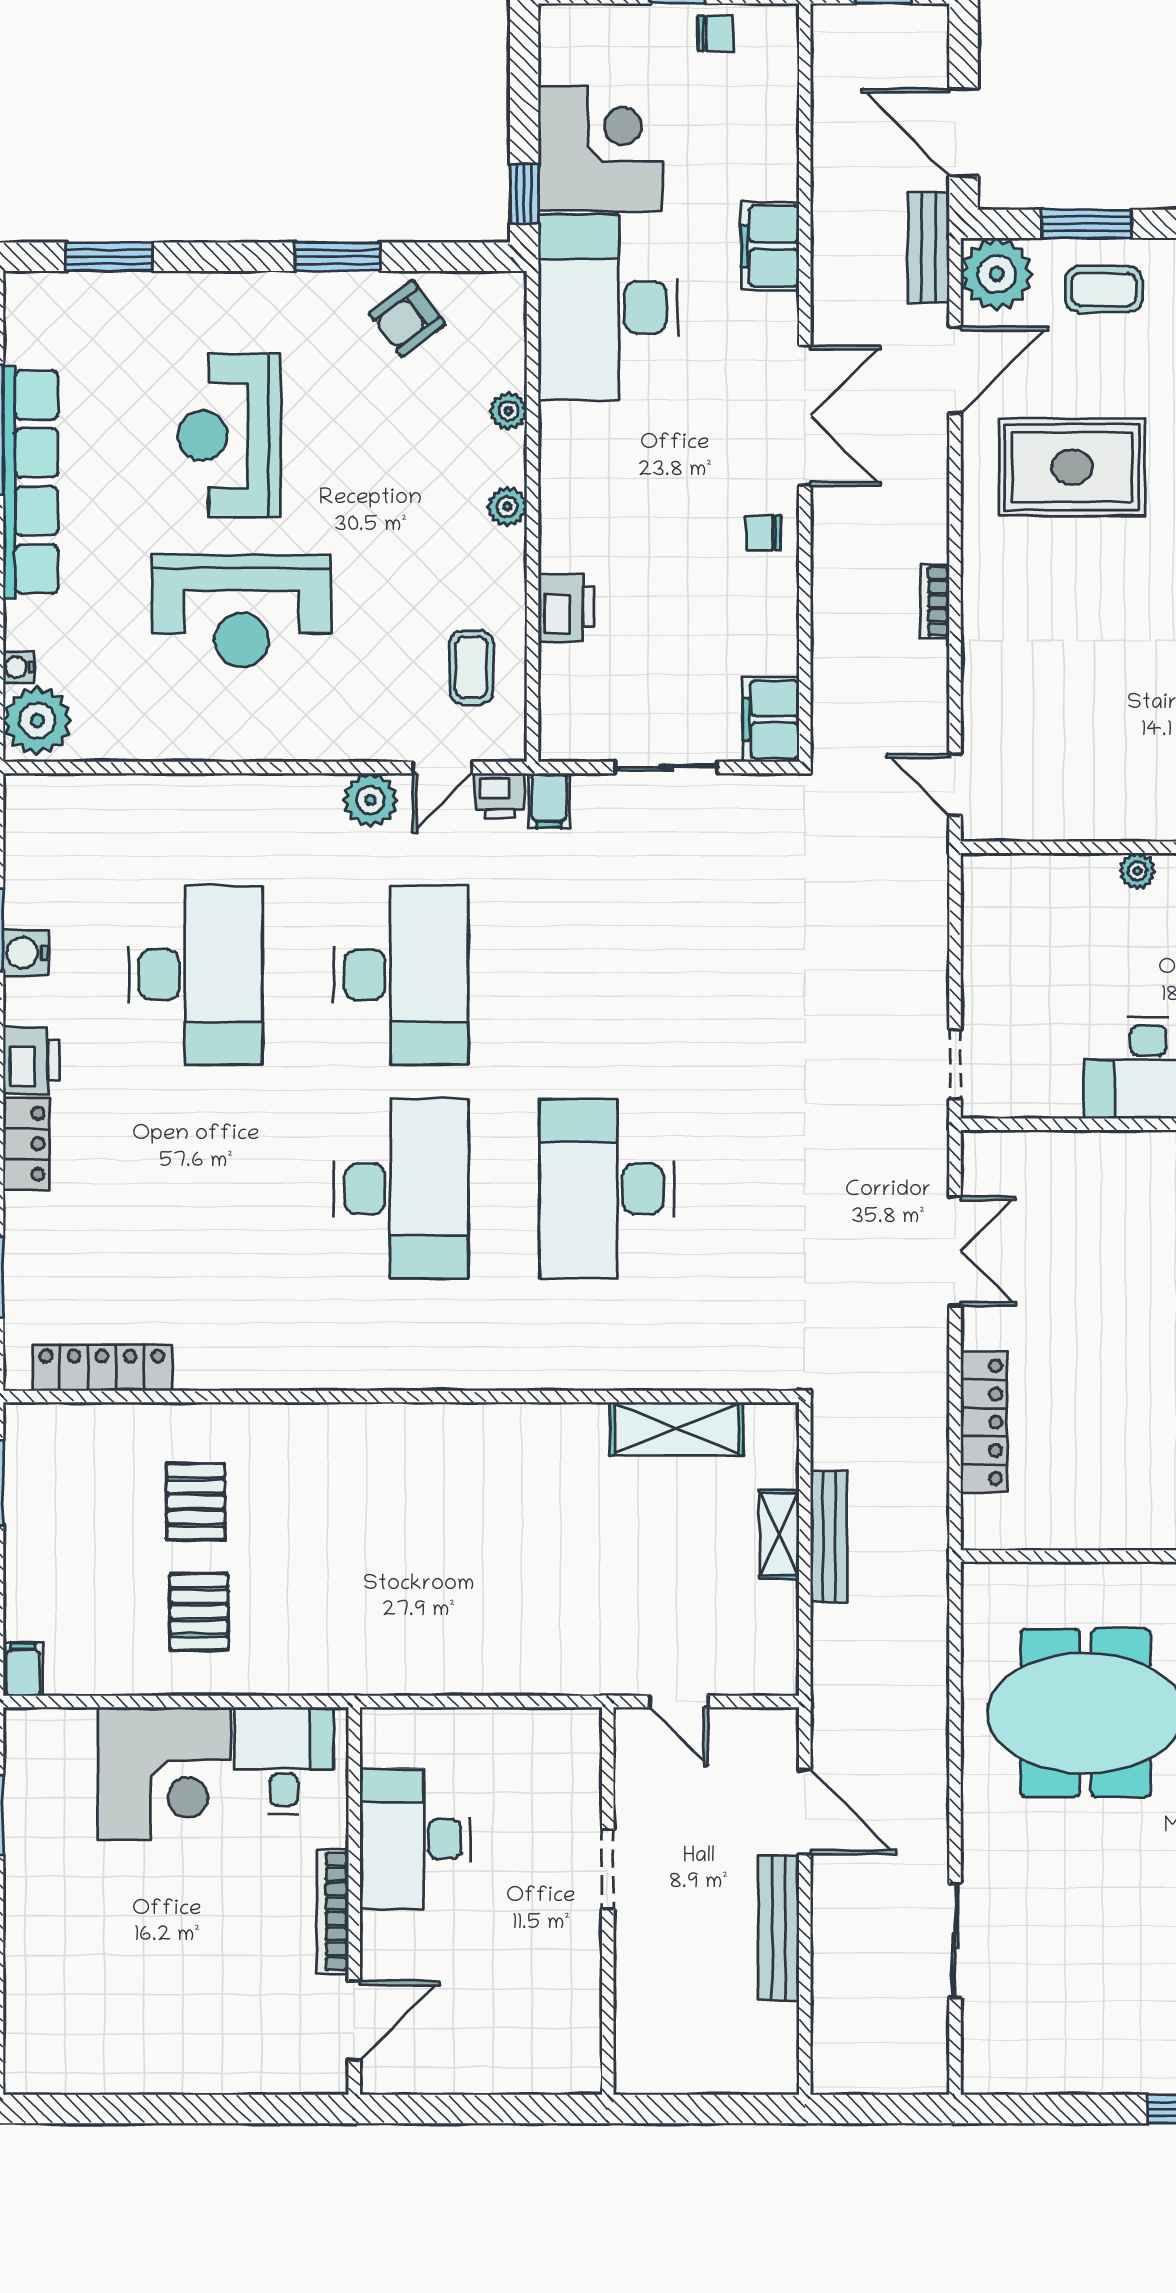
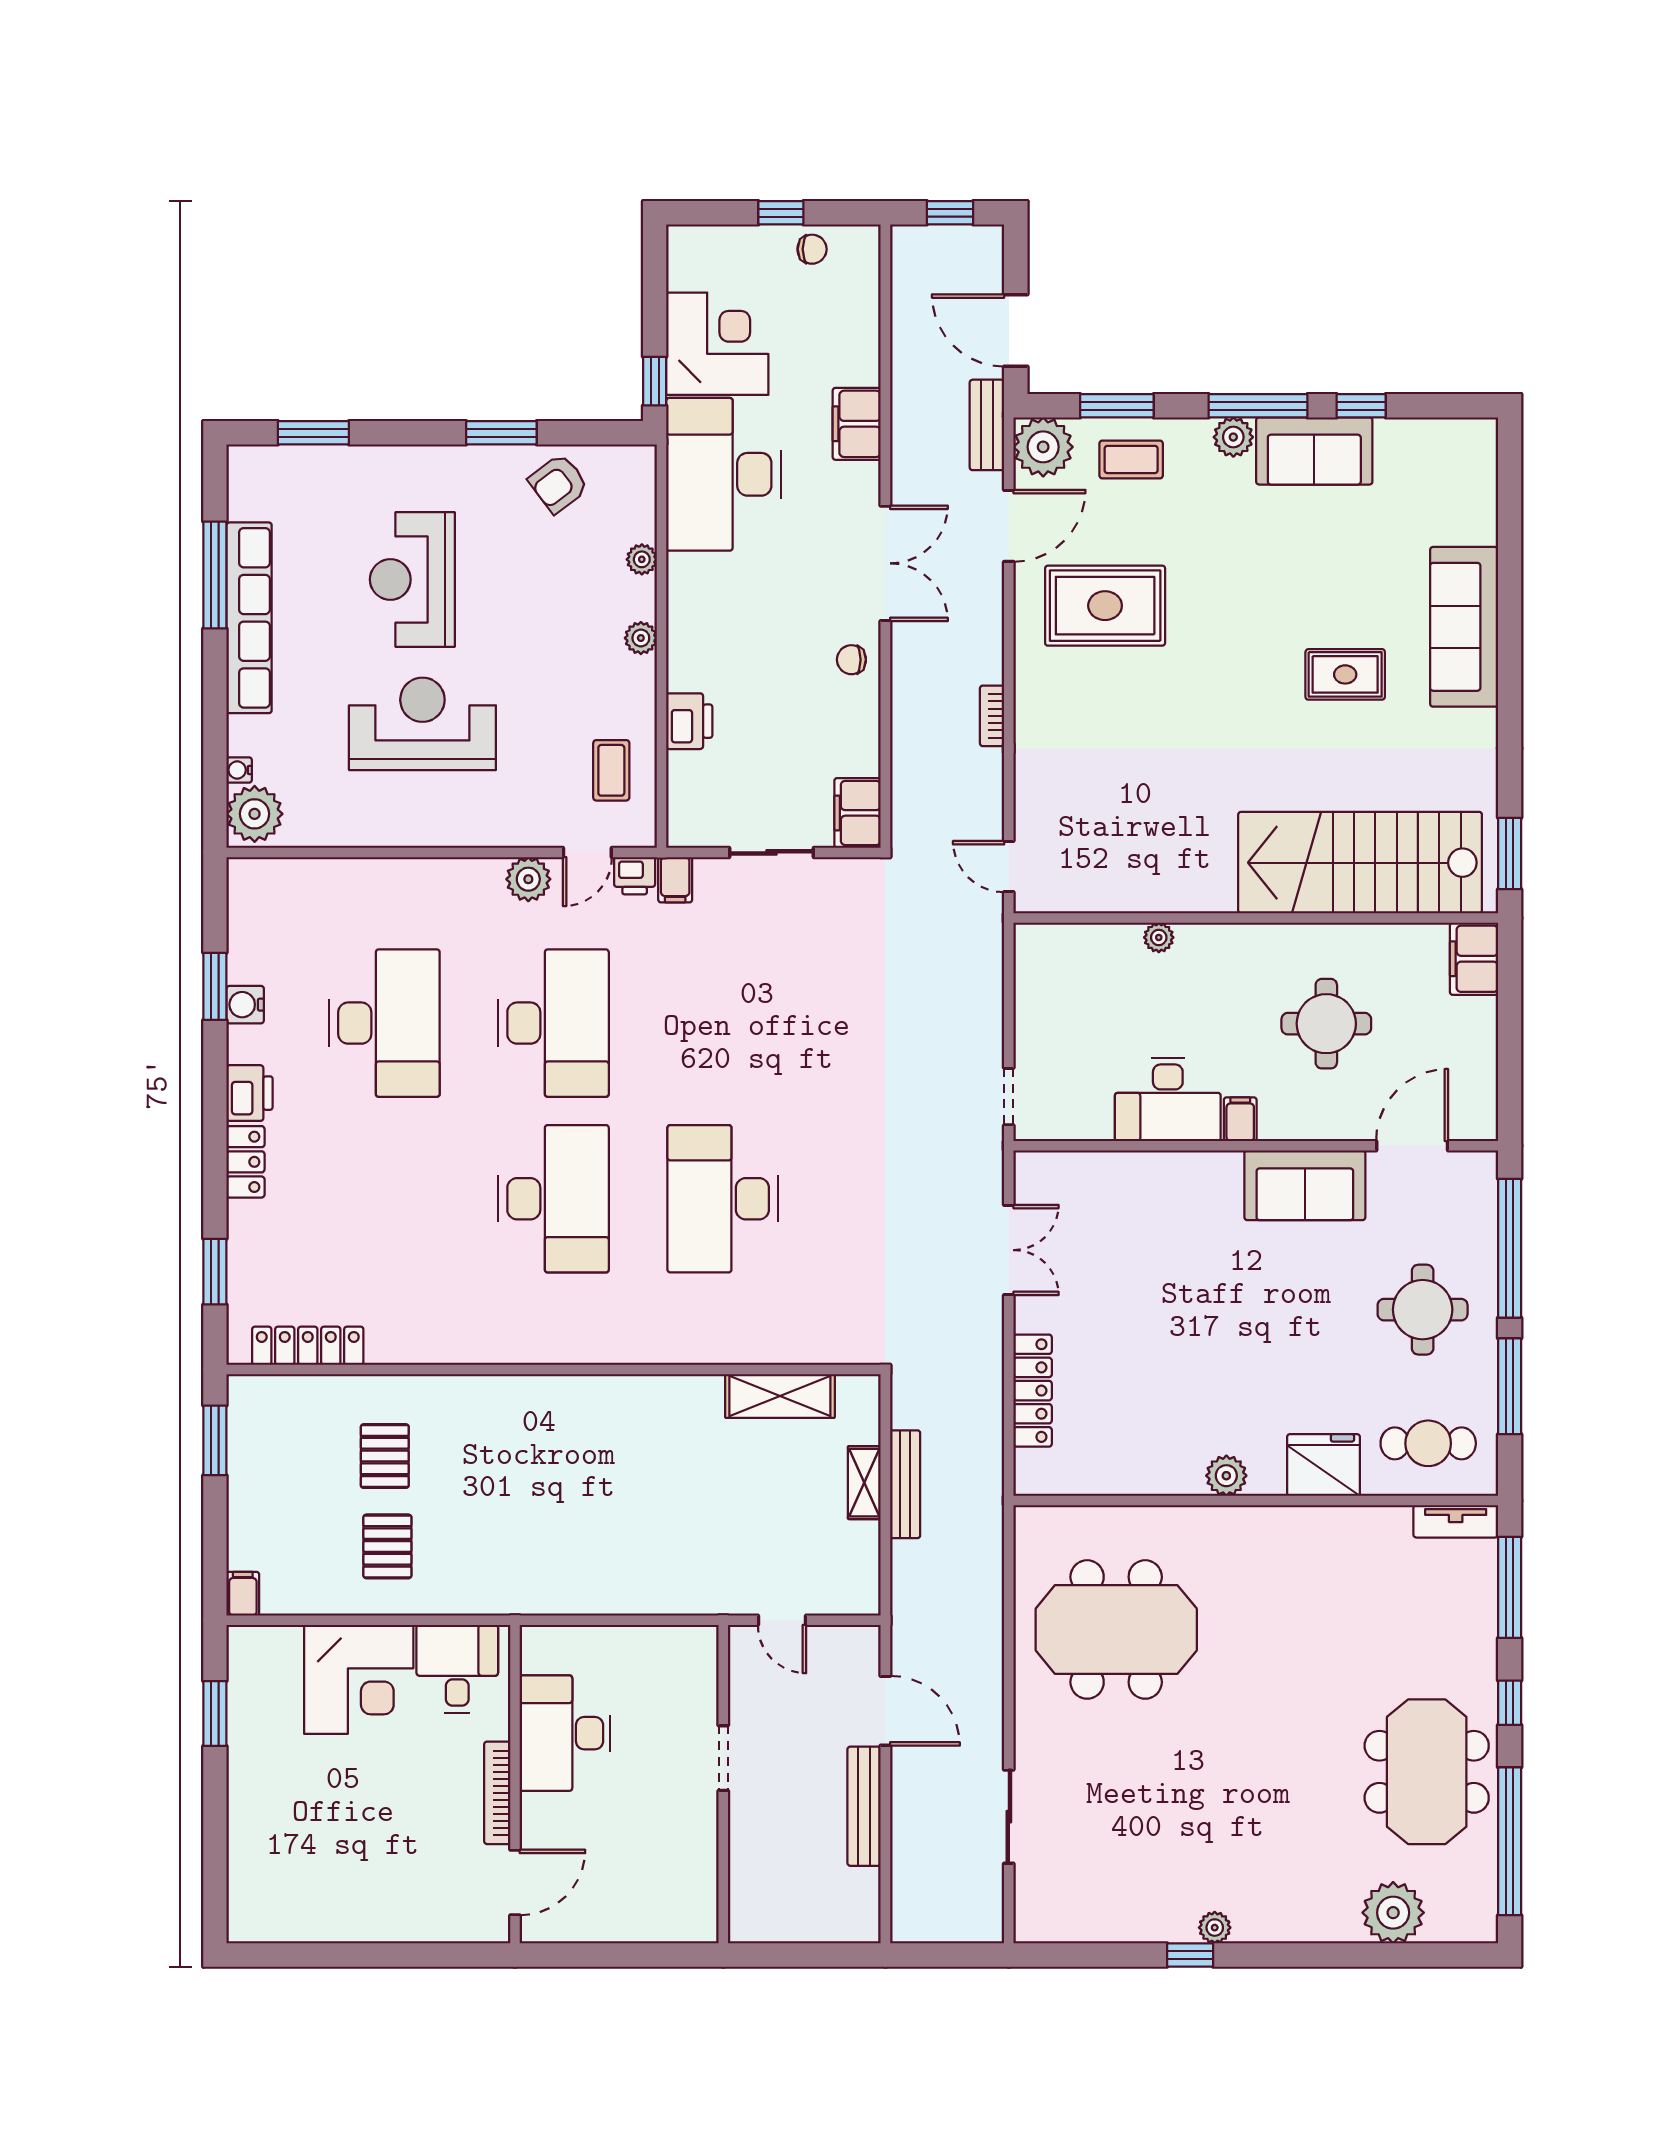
reception desk: (242, 611) -> (422, 724), turned 180

